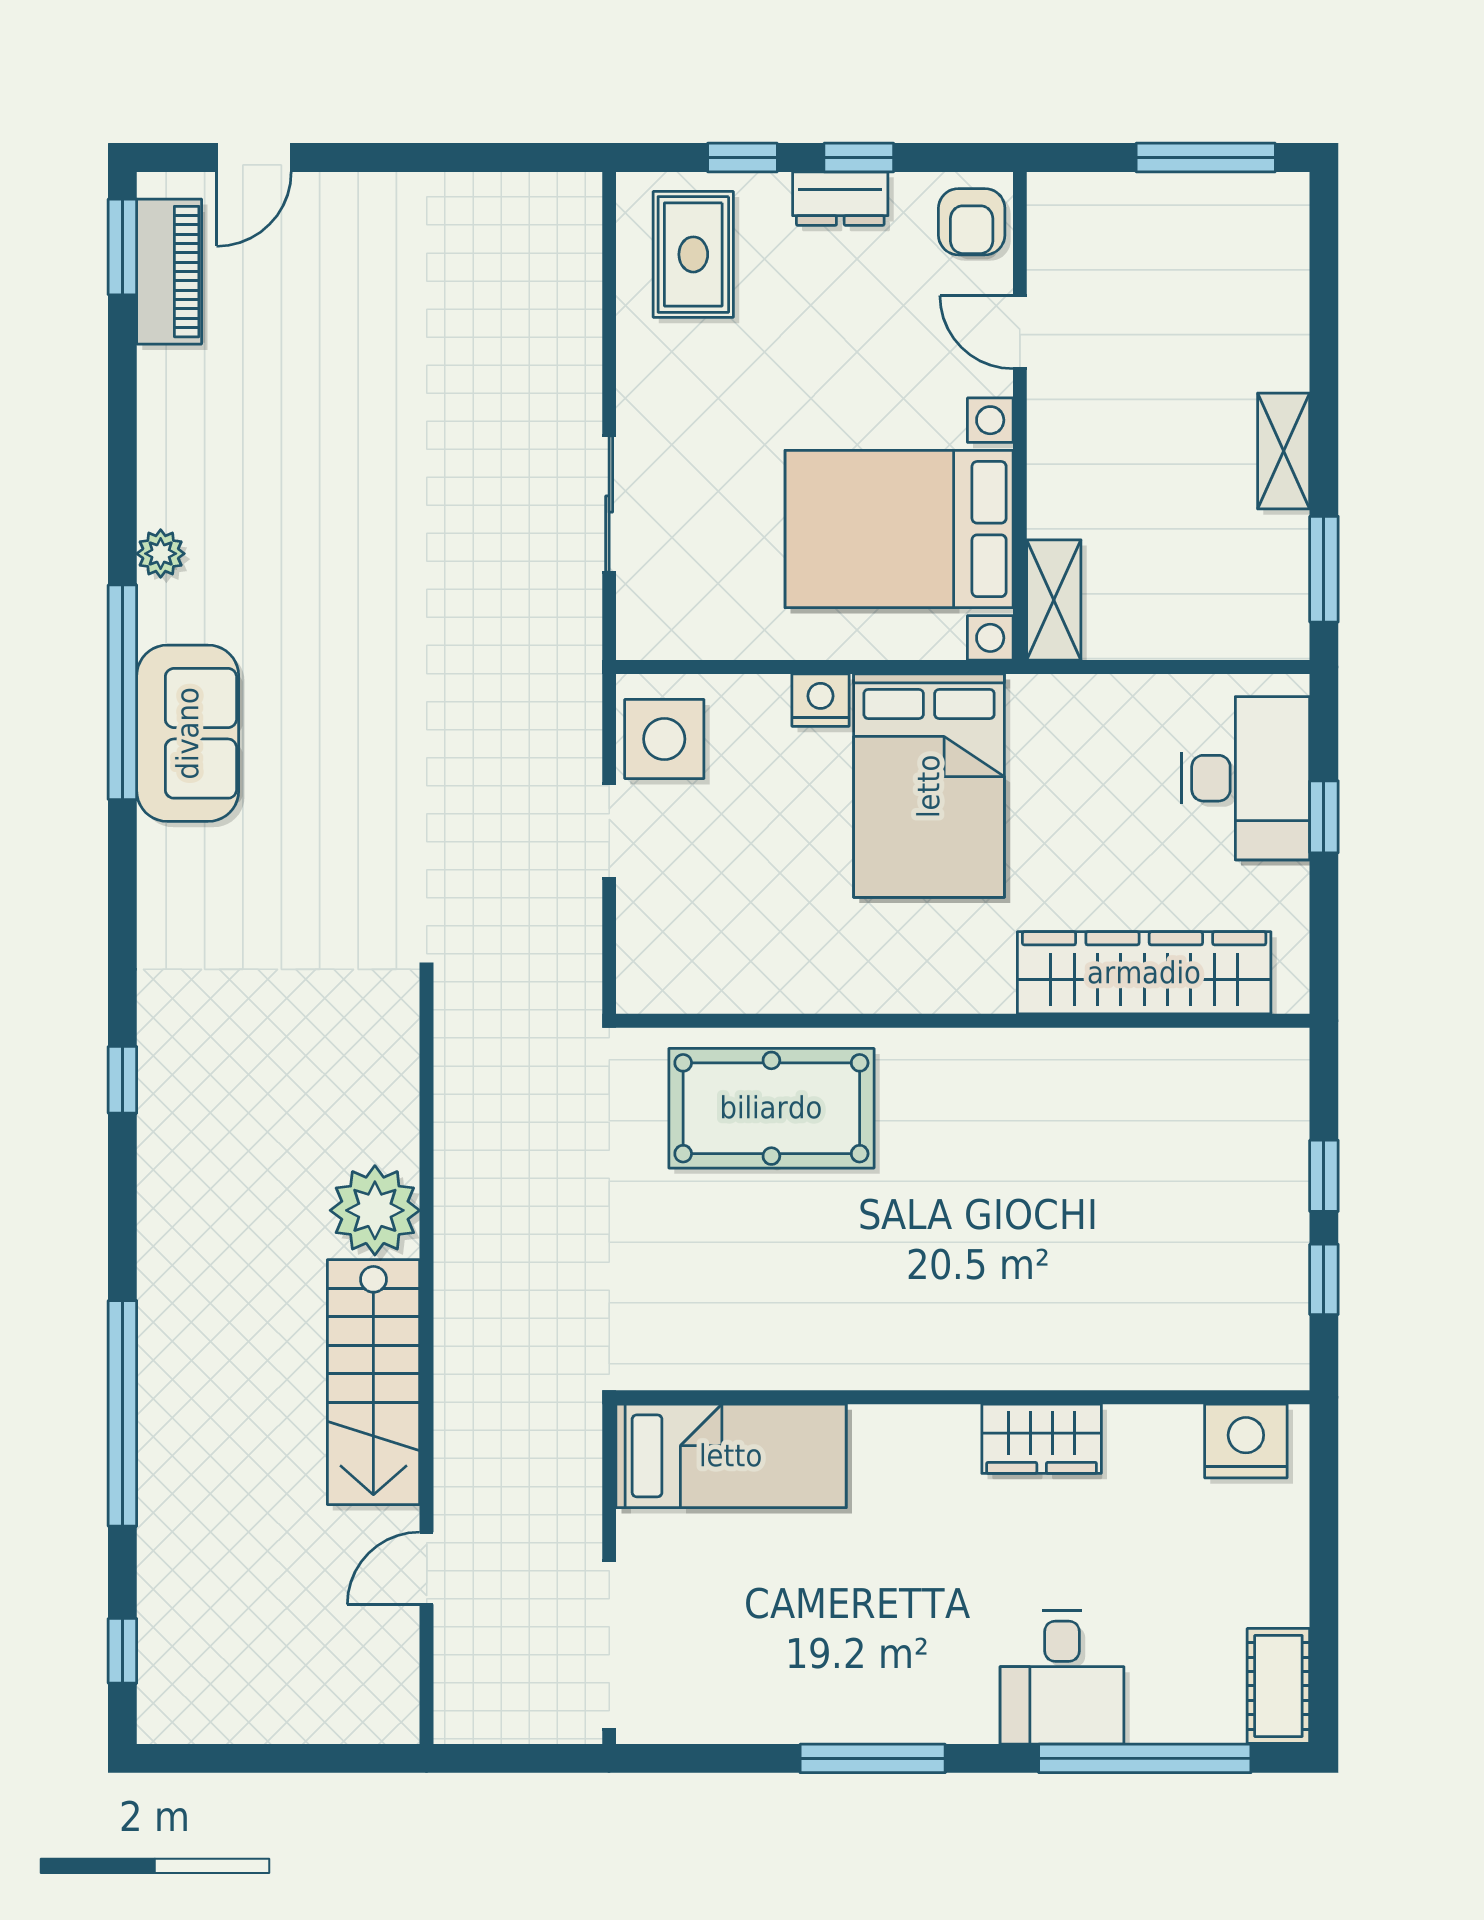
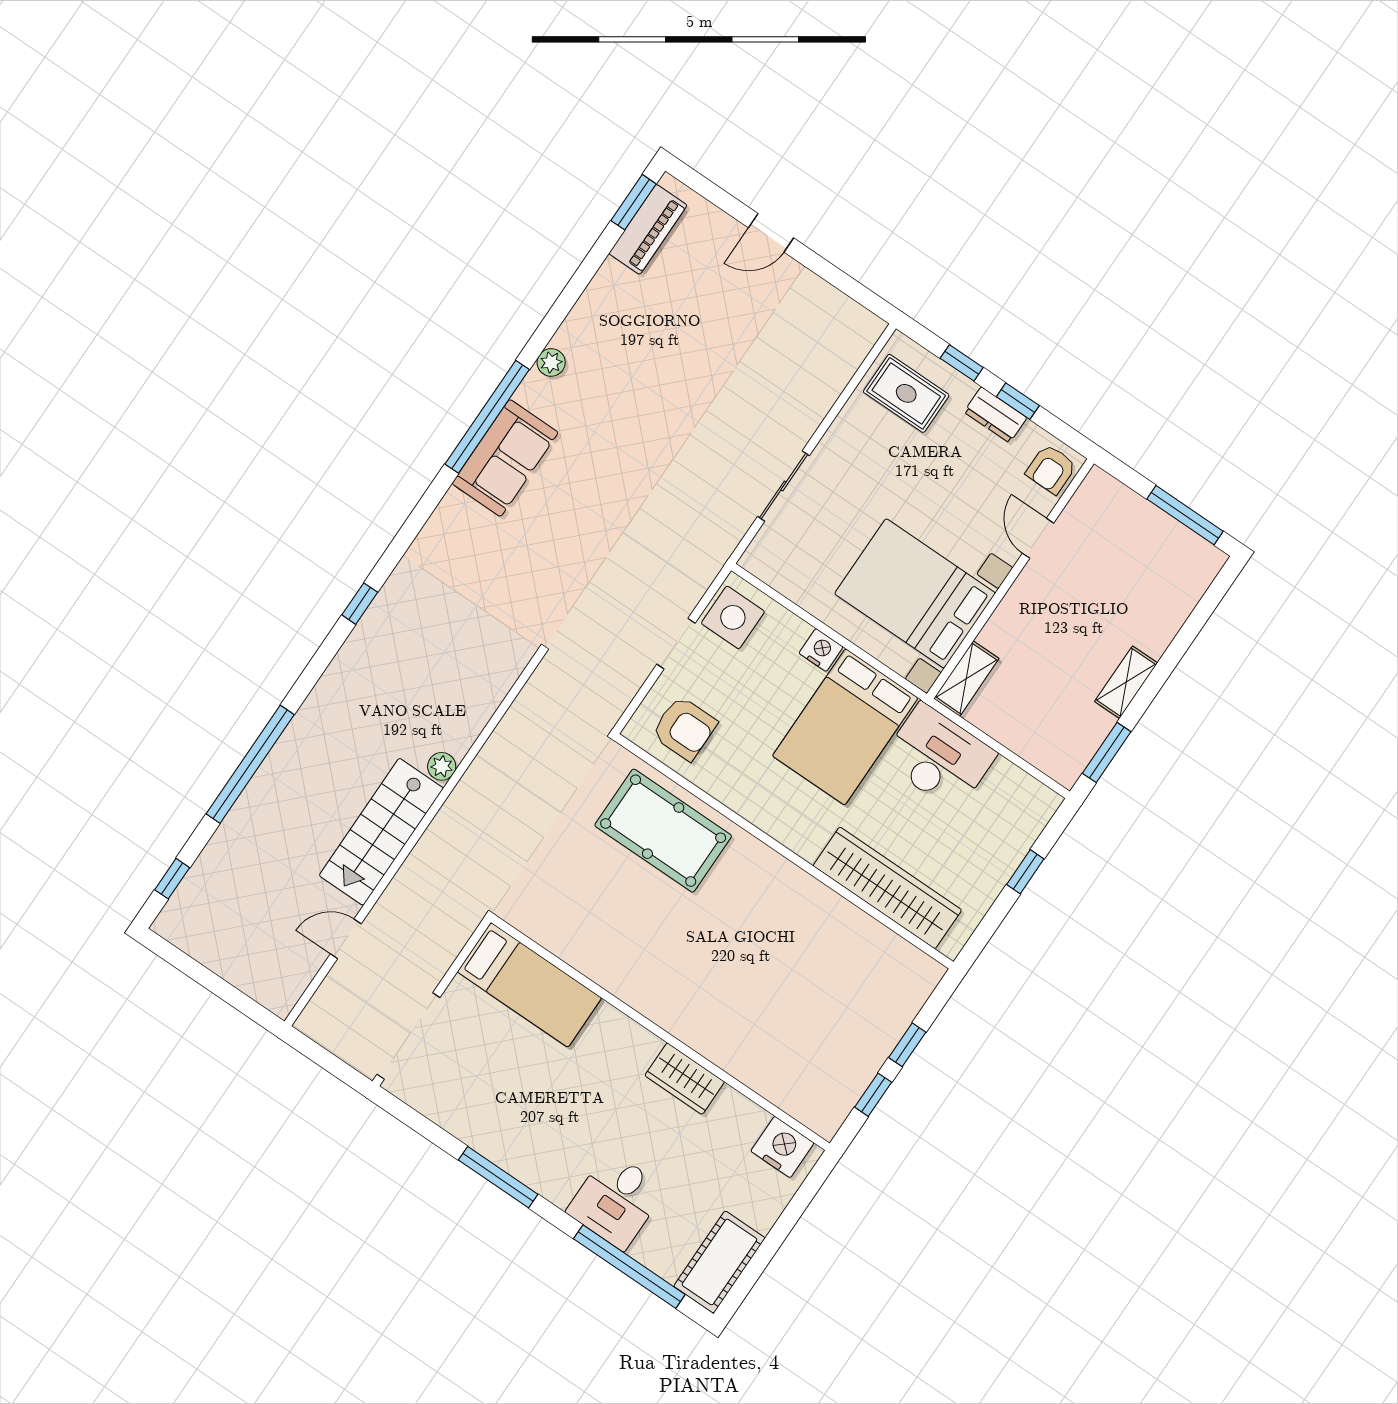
door: (254, 157) -> (771, 233), moved
rug: (693, 254) -> (906, 393), turned 90
desk: (1246, 778) -> (939, 757), moved, turned -90
armchair: (703, 943) -> (684, 728), added
plant: (375, 1210) -> (442, 766), width x0.53, depth x0.53
cot: (1278, 1686) -> (719, 1262), width x1.37, depth x1.34

